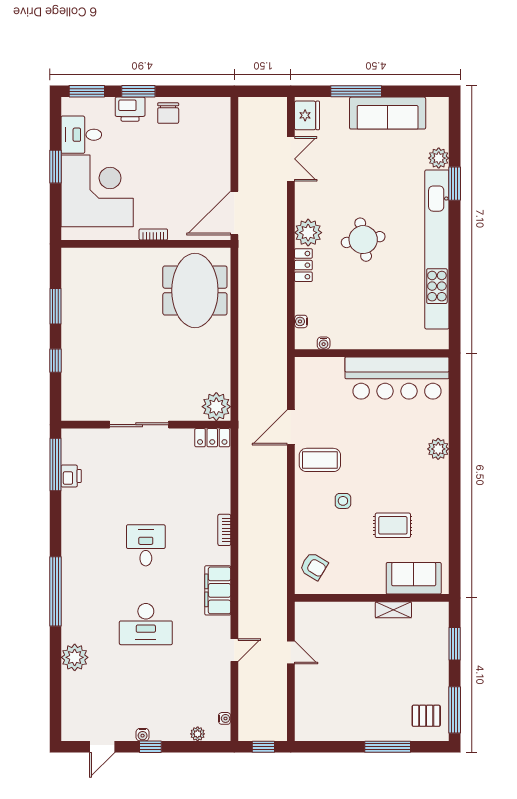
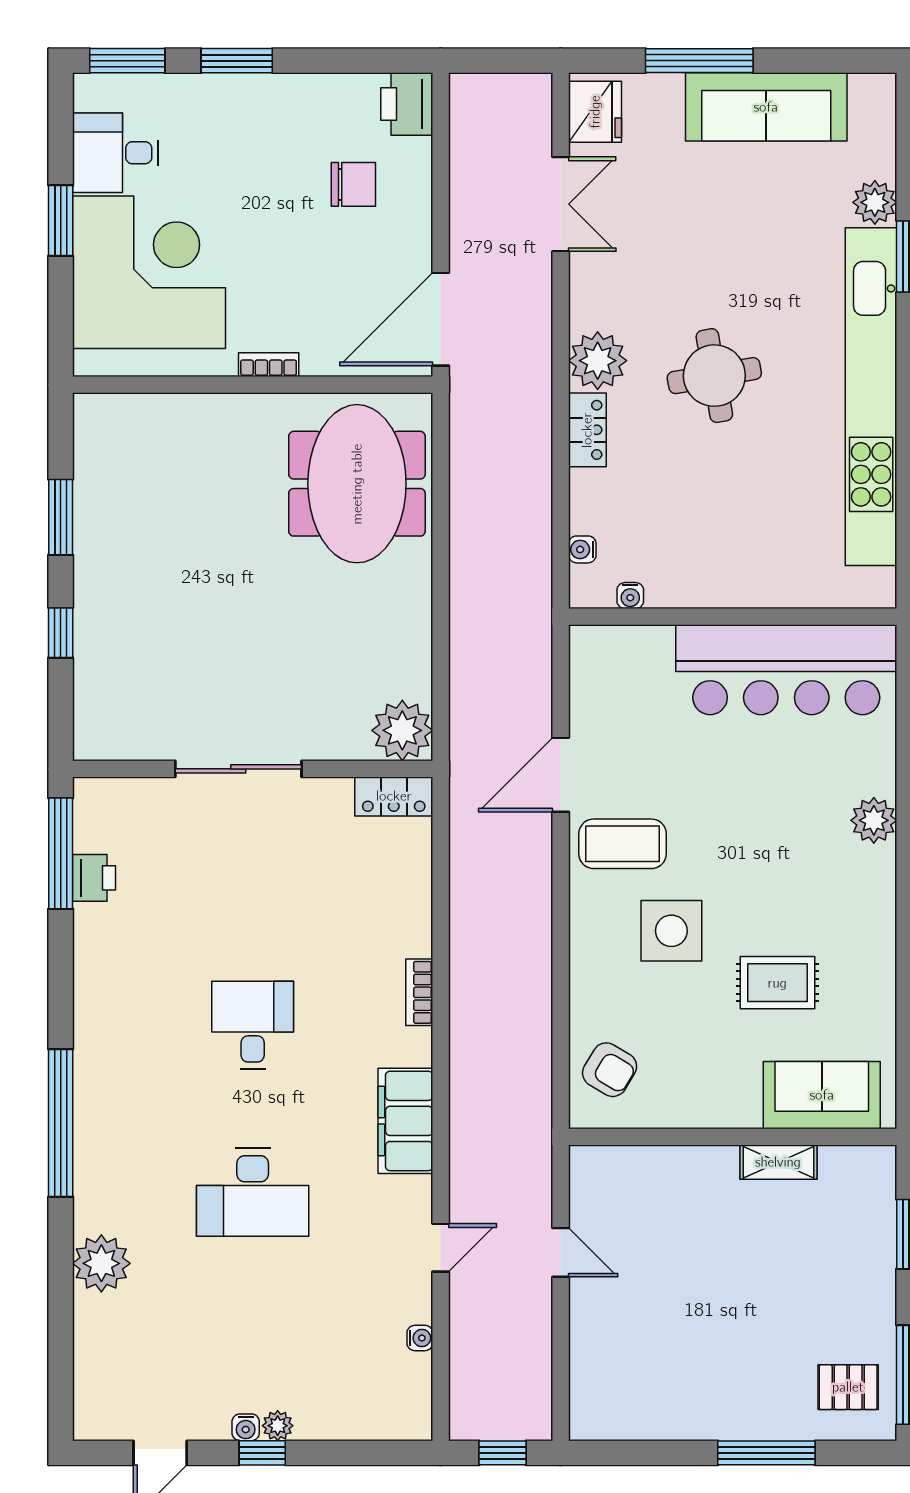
printer: (130, 109) -> (407, 104), moved, turned 90
chair: (168, 113) -> (353, 184), moved, turned -90
side table: (343, 501) -> (671, 931), width x1.87, depth x1.87
water cooler: (225, 718) -> (420, 1338), moved
plant: (198, 734) -> (278, 1426), moved

